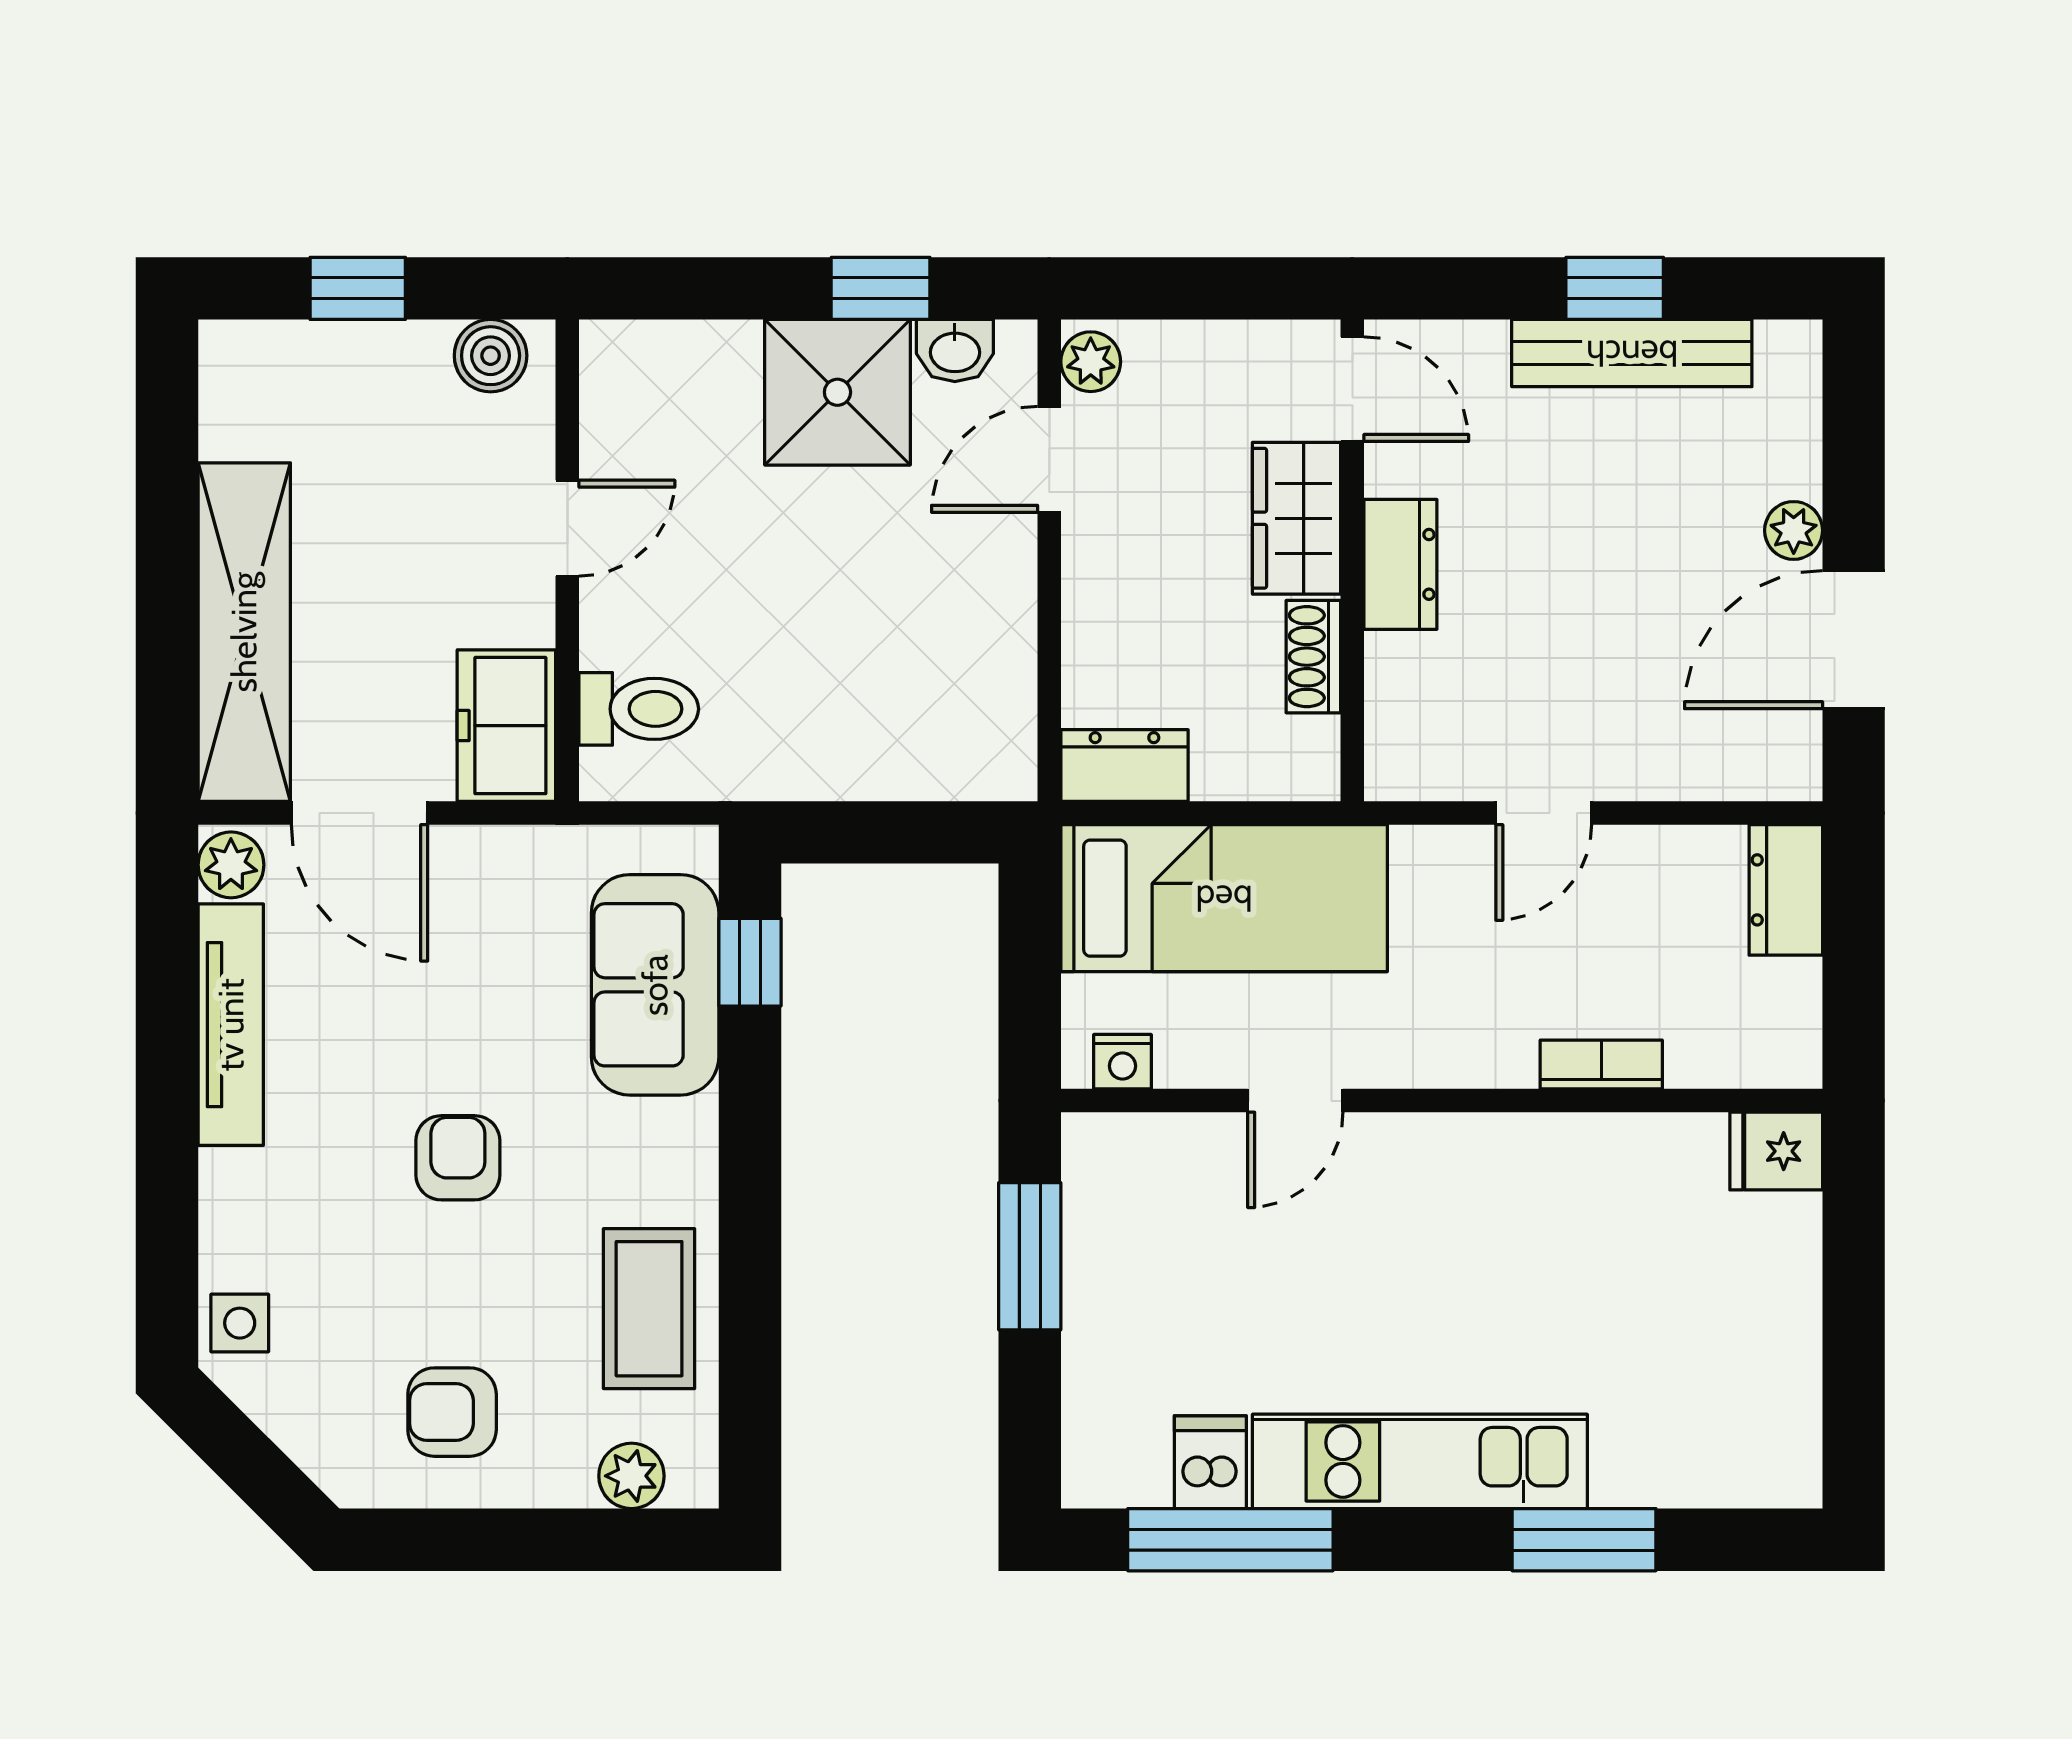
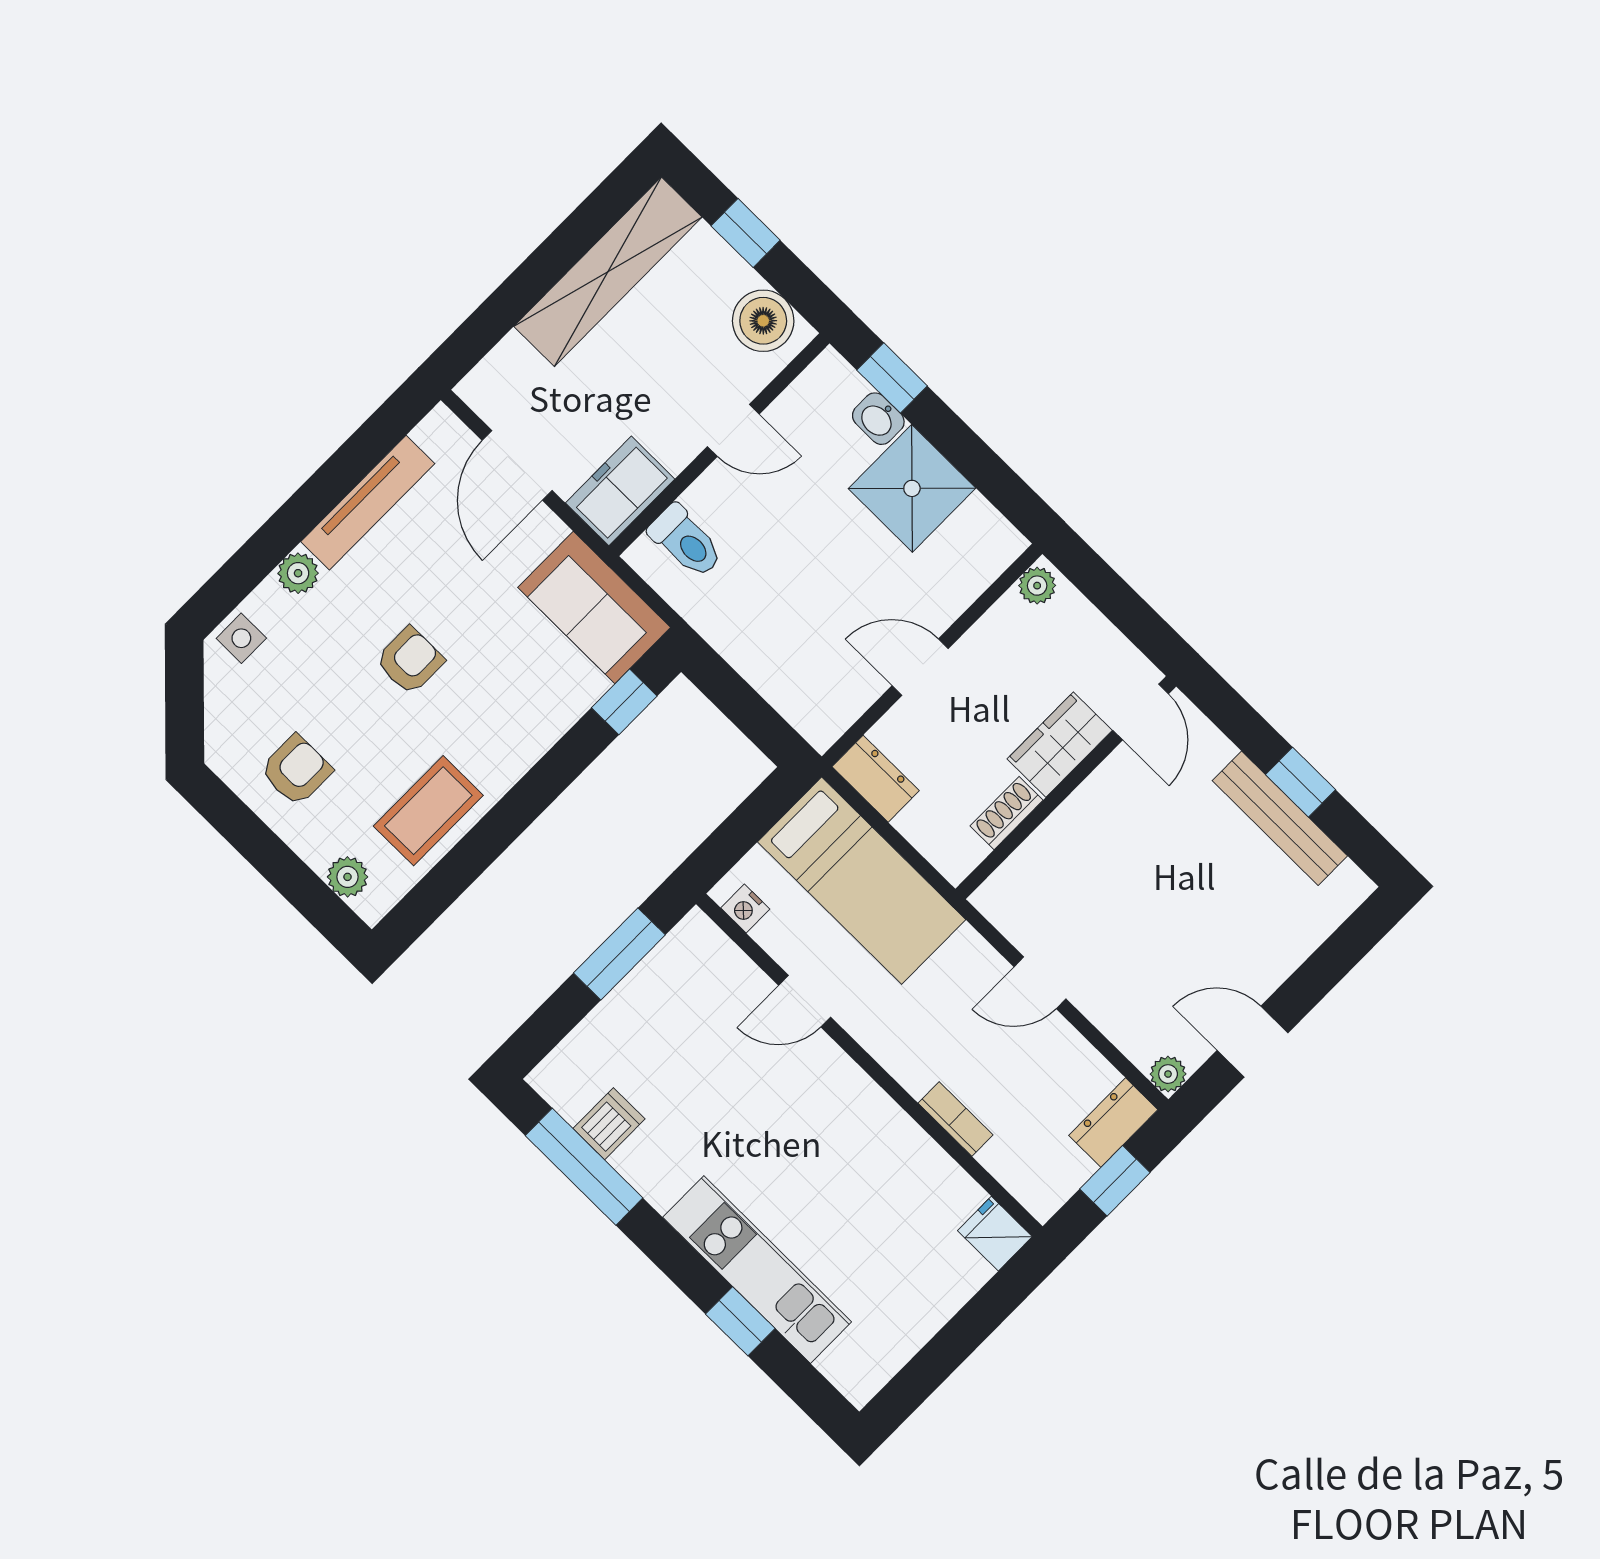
window: (881, 288) -> (892, 378), moved
washbasin: (955, 351) -> (878, 419), moved
boiler: (491, 356) -> (763, 321), width x1.36, depth x1.36
door: (1049, 459) -> (920, 667), moved
plant: (1794, 530) -> (1168, 1074), moved
dresser: (1400, 564) -> (1085, 810), removed
shelving: (244, 632) -> (608, 272), moved
door: (1854, 640) -> (1253, 1042), width x0.73
plant: (231, 865) -> (298, 573), moved
window: (1854, 955) -> (1115, 1181), added
sofa: (655, 985) -> (594, 607), moved, turned -90
armchair: (452, 1412) -> (296, 770), turned 90
kitchen unit: (1420, 1461) -> (757, 1270), moved
window: (1584, 1540) -> (740, 1321), width x0.67

